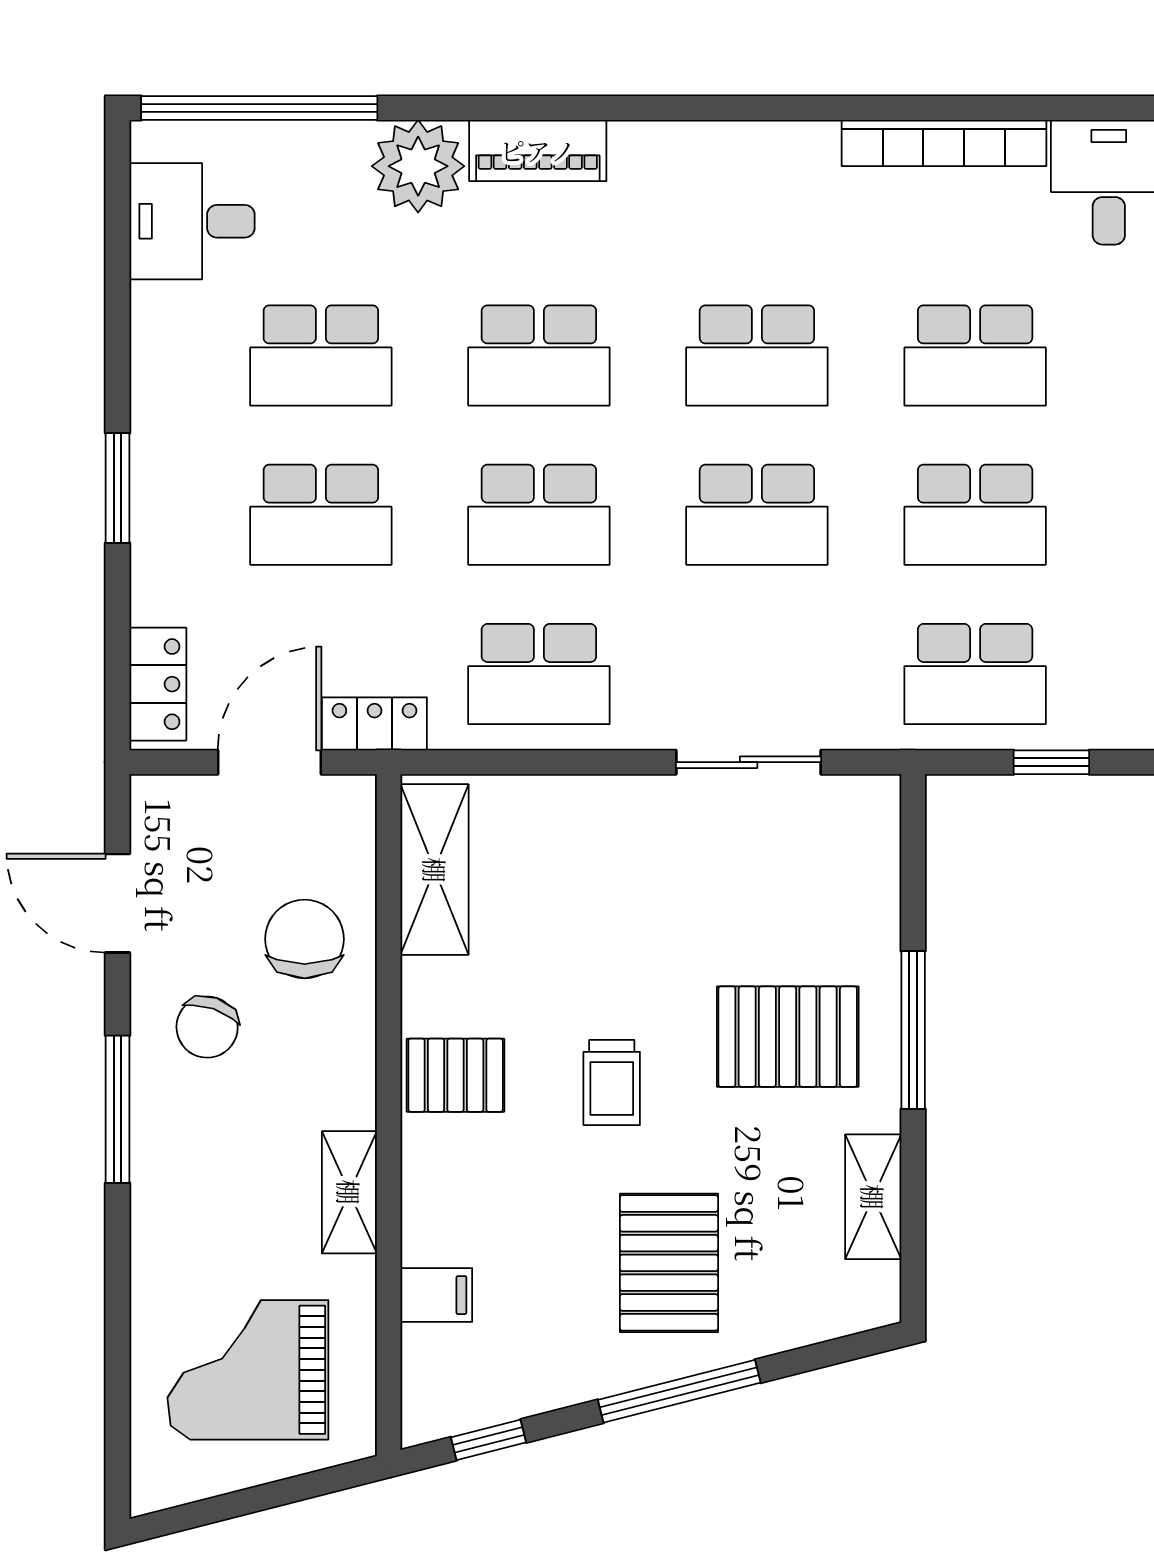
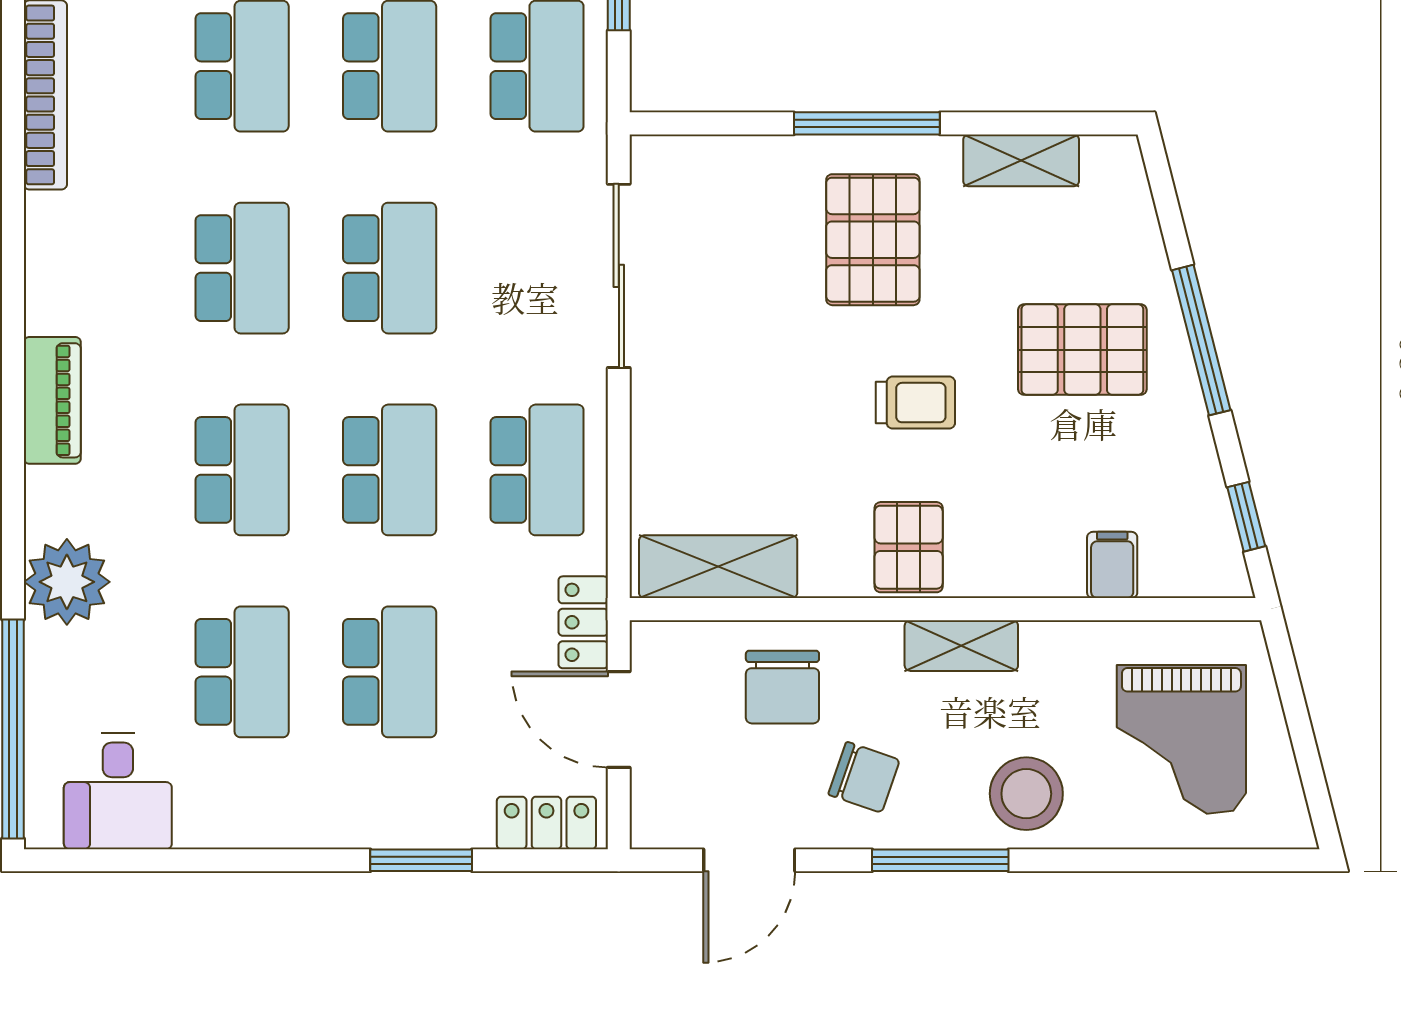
piano: (538, 150) -> (52, 400), moved
window: (117, 488) -> (421, 860), moved
sliding door: (749, 762) -> (619, 276), width x1.37
chair: (305, 939) -> (782, 687), turned -90
shelving: (349, 1192) -> (961, 646), moved
stool: (189, 1202) -> (1026, 794), added

